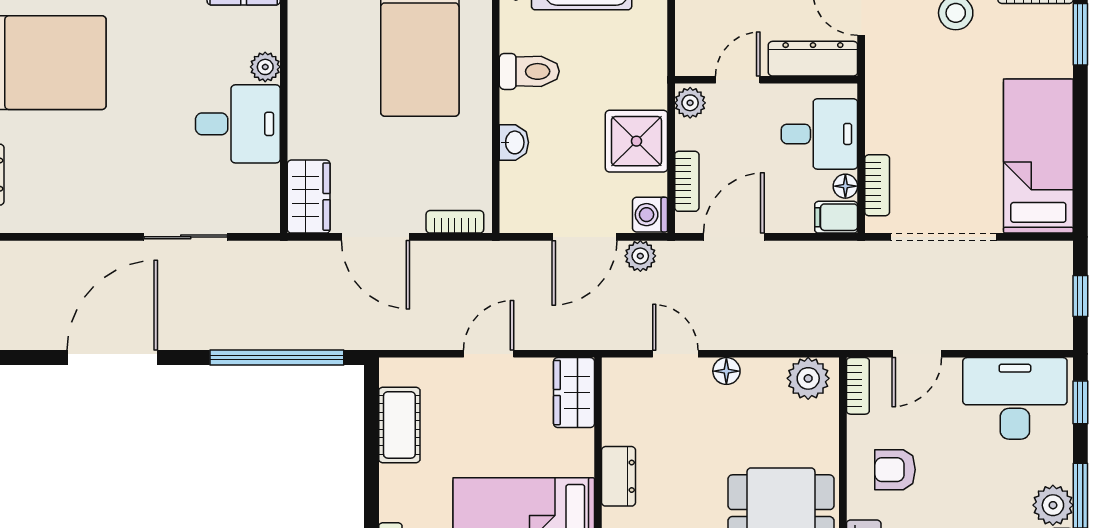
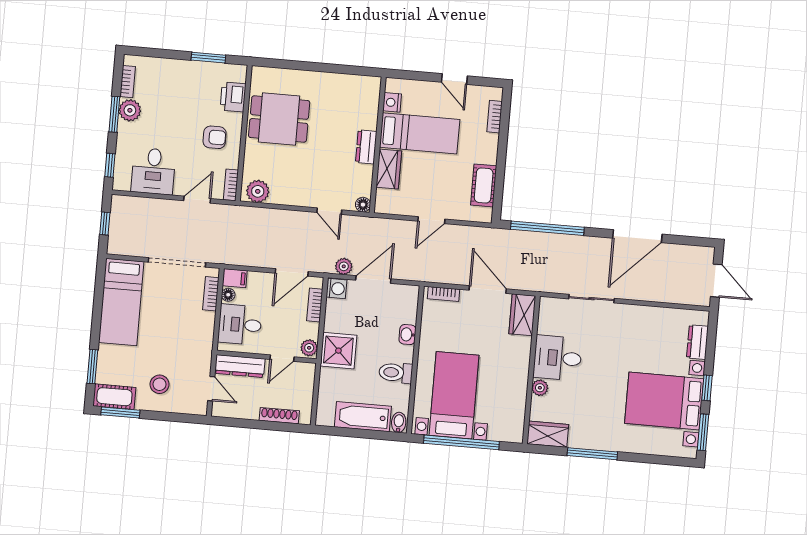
shower: (636, 141) -> (338, 351), moved
floor lamp: (726, 371) -> (363, 205), moved
wardrobe: (574, 393) -> (389, 169), moved
desk: (1015, 398) -> (153, 171), width x0.73

